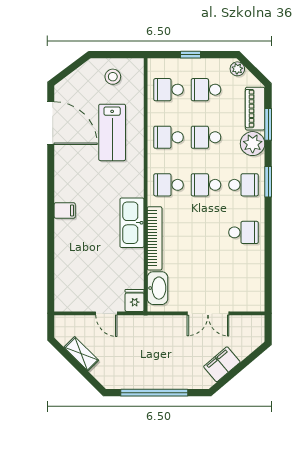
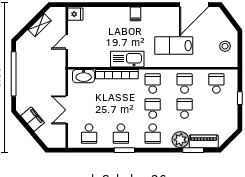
plant: (237, 69) -> (230, 129), removed
school desk: (206, 90) -> (89, 134), moved, turned 180
lab bench: (112, 132) -> (174, 46), moved
window: (268, 182) -> (124, 150), moved
fridge: (135, 300) -> (75, 14), moved

